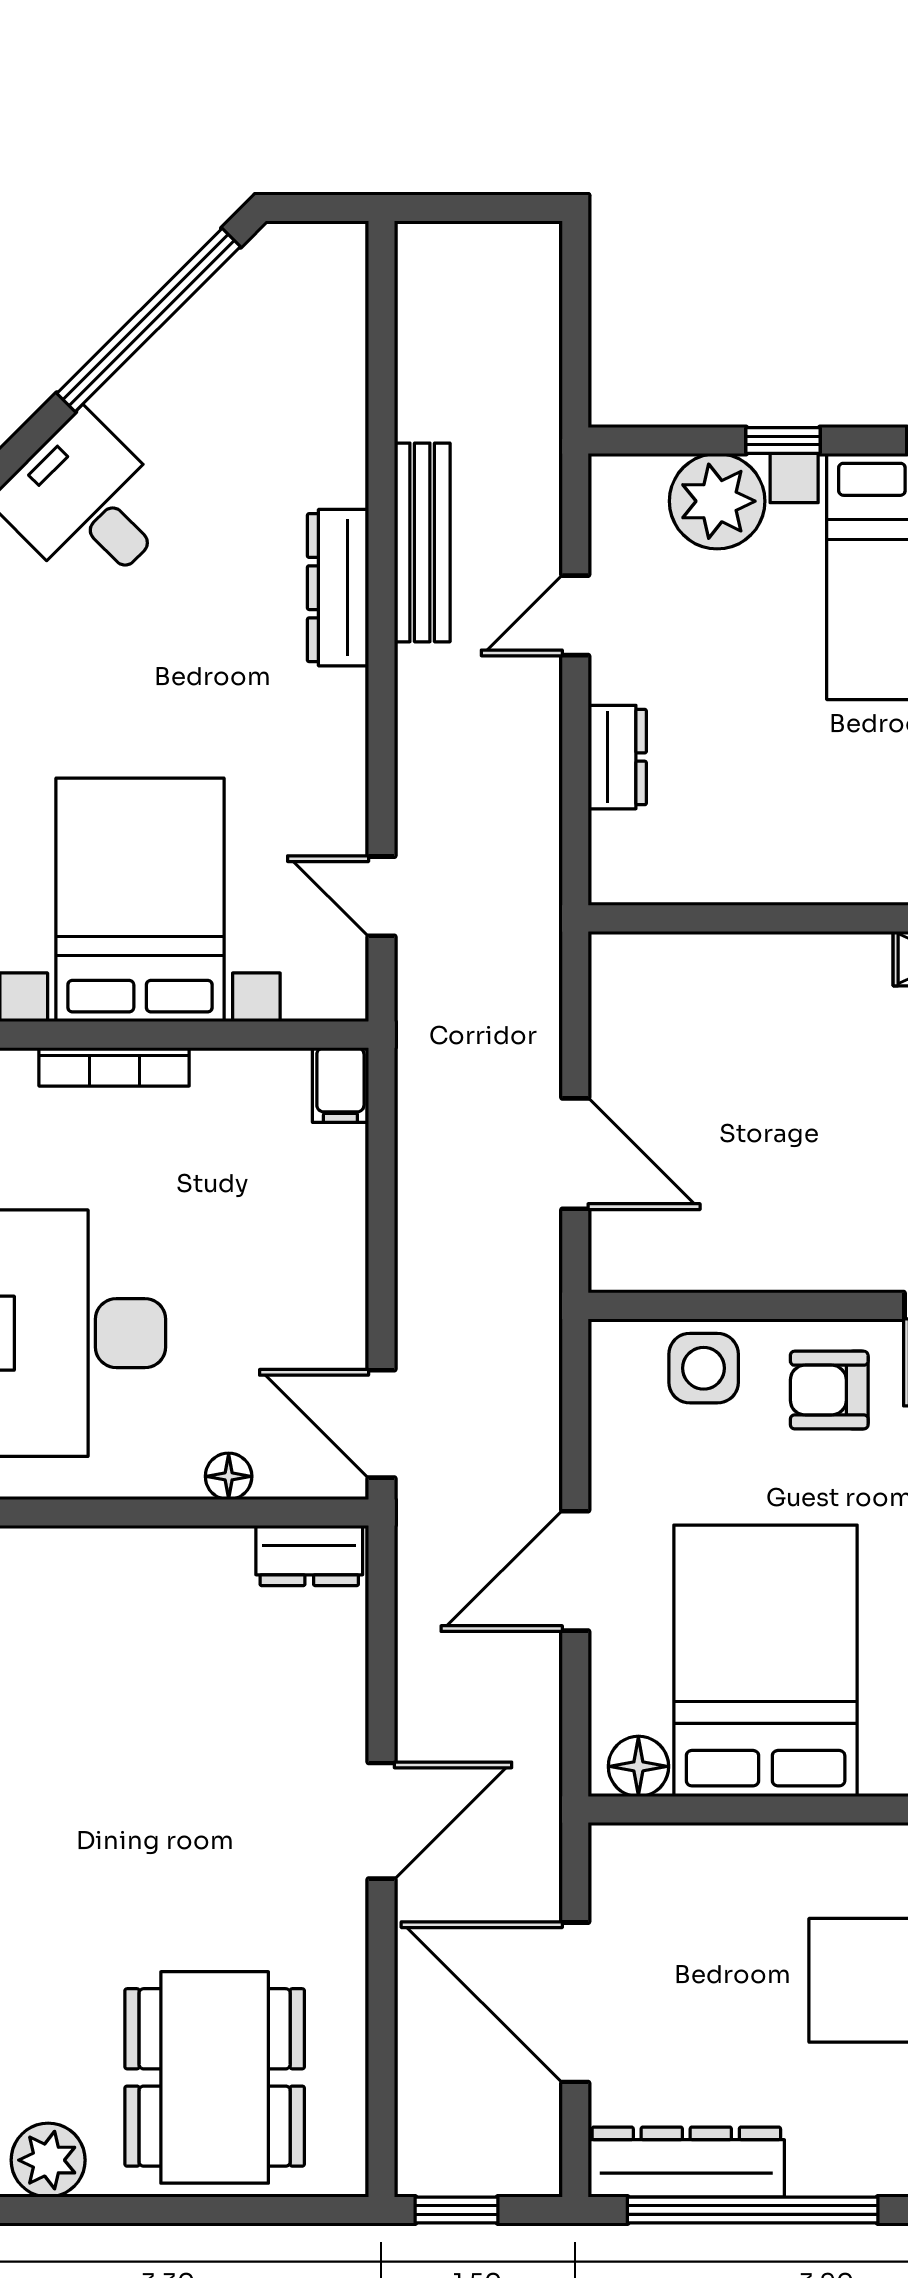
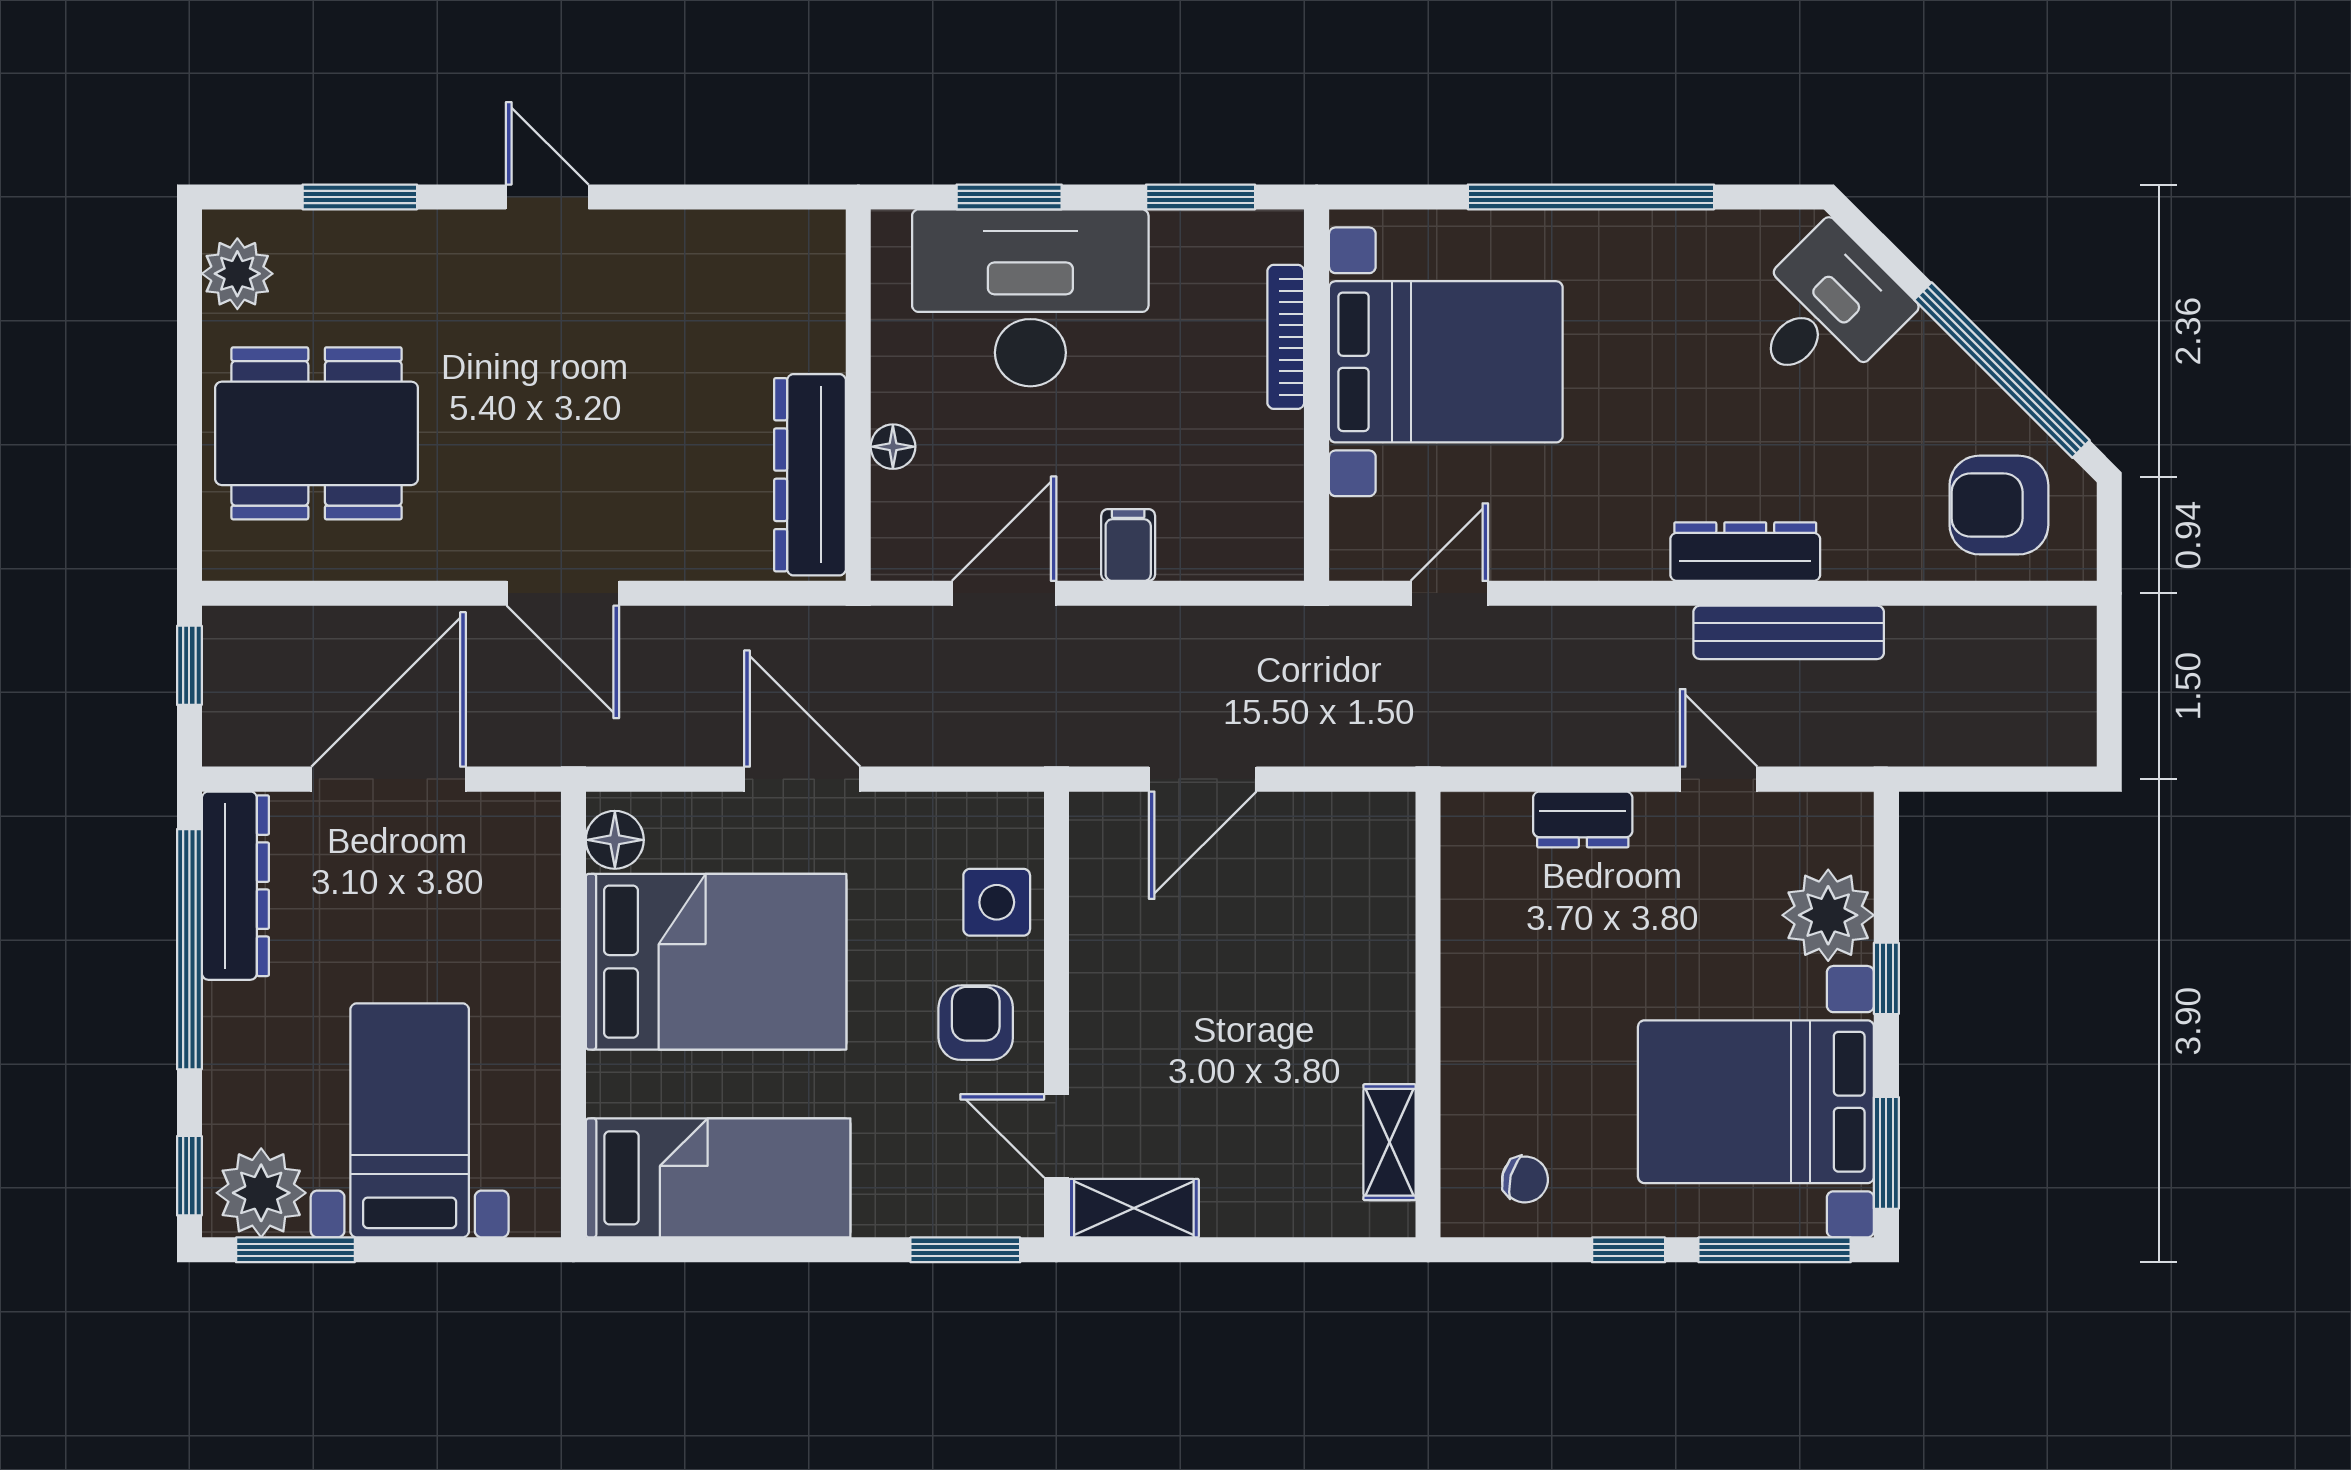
armchair: (289, 323) -> (1999, 505), added
filing cabinet: (340, 1085) -> (1128, 545), moved, turned 90
door: (381, 1424) -> (1004, 593), moved
dresser: (309, 1556) -> (810, 475), width x1.96, depth x1.24

